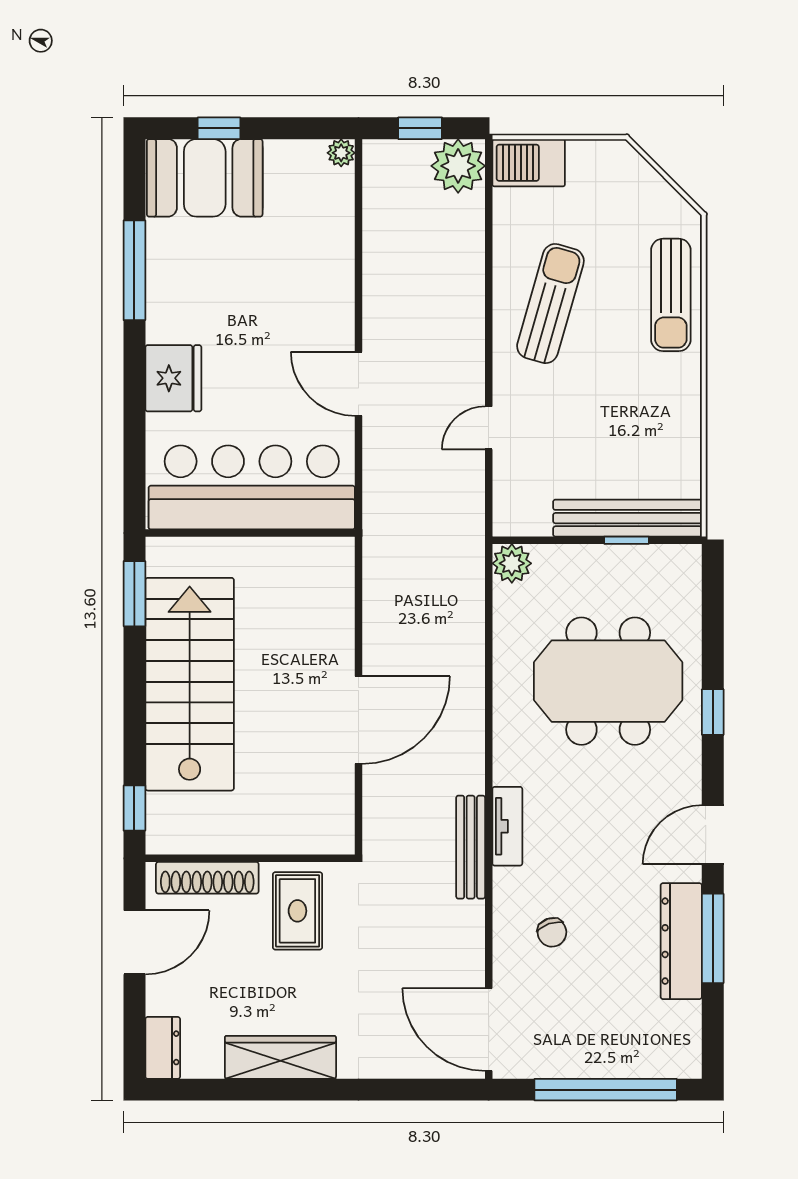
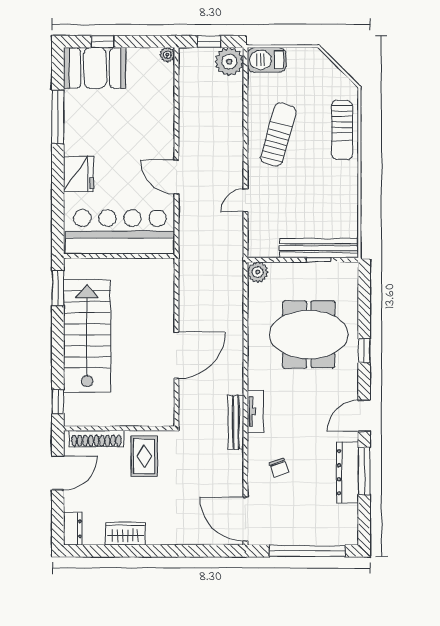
wardrobe: (280, 1057) -> (125, 534), width x0.67

